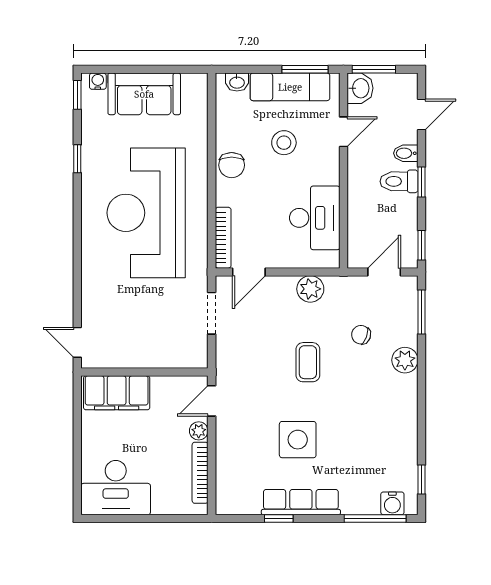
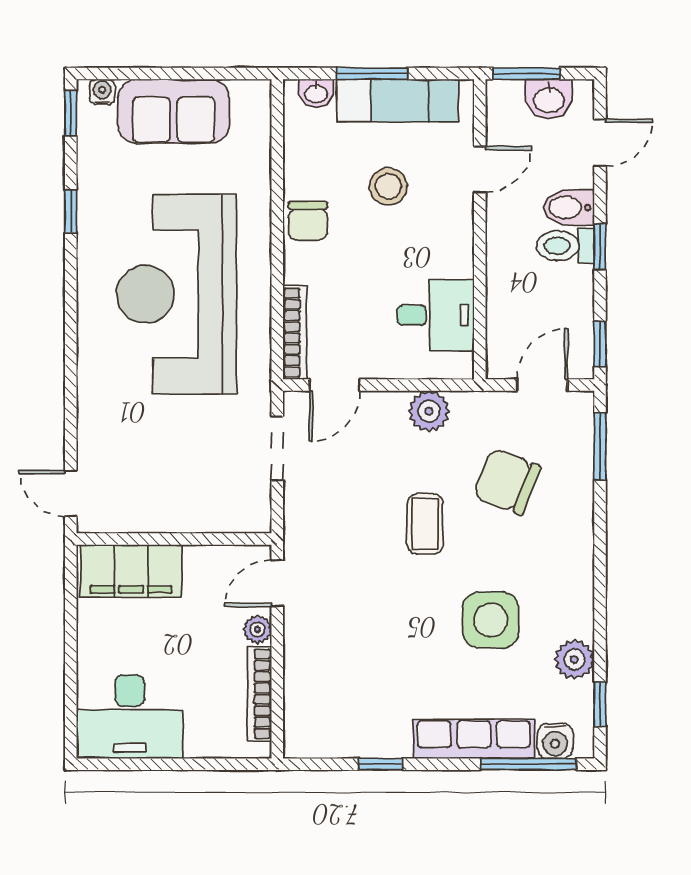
window: (305, 69) -> (372, 74), moved
washbasin: (360, 88) -> (549, 99), moved, turned 90
bidet: (406, 153) -> (569, 207), width x1.38, depth x1.36
desk: (315, 218) -> (436, 315), width x0.73
chair: (361, 335) -> (507, 482), width x1.87, depth x1.87
plant: (405, 360) -> (574, 659), moved
side table: (298, 440) -> (491, 620), moved
row of seats: (301, 502) -> (474, 739), moved

